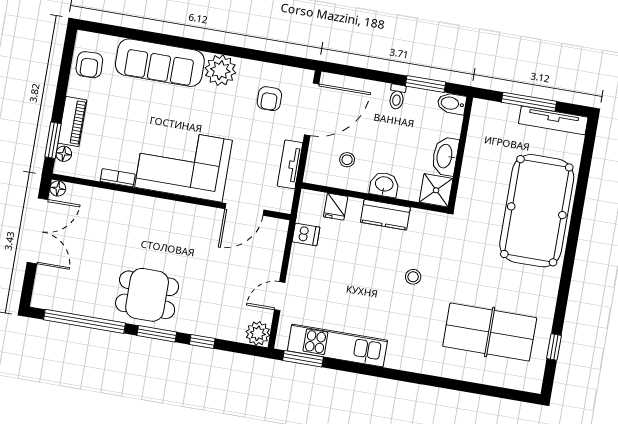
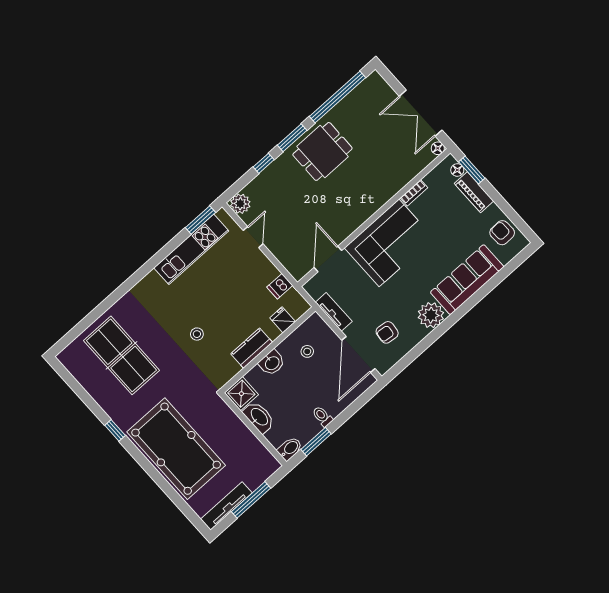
armchair: (269, 99) -> (387, 332), turned -84
table tennis table: (490, 332) -> (121, 355), turned 90
window: (554, 347) -> (115, 430), moved

